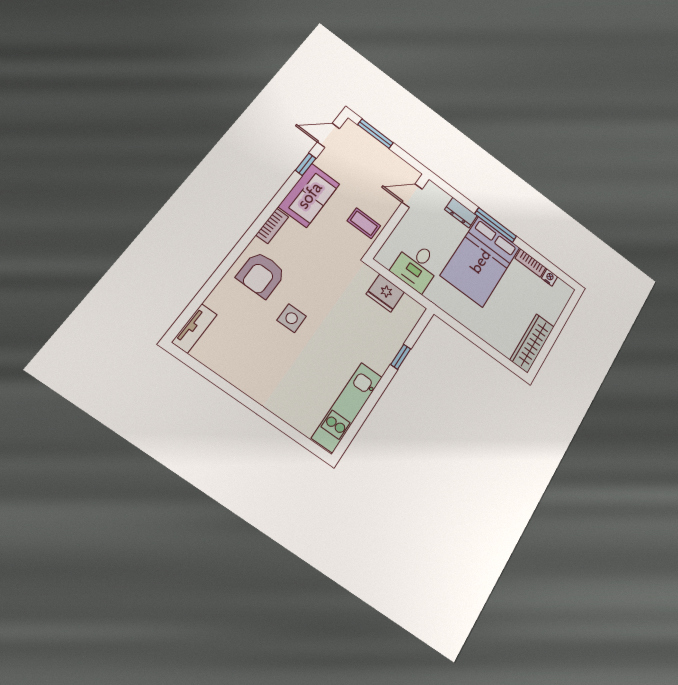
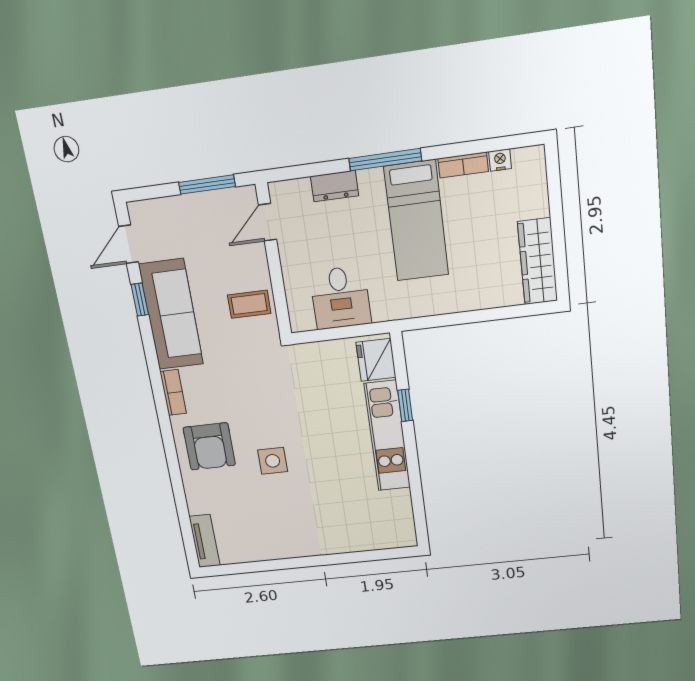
window: (376, 134) -> (207, 184), moved
sofa: (309, 195) -> (171, 314), width x1.36
bed: (480, 261) -> (416, 221), width x0.67
fridge: (385, 293) -> (376, 360), moved, turned 90
kitchen unit: (347, 407) -> (387, 436), moved

